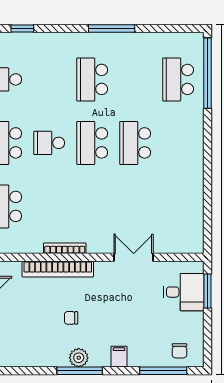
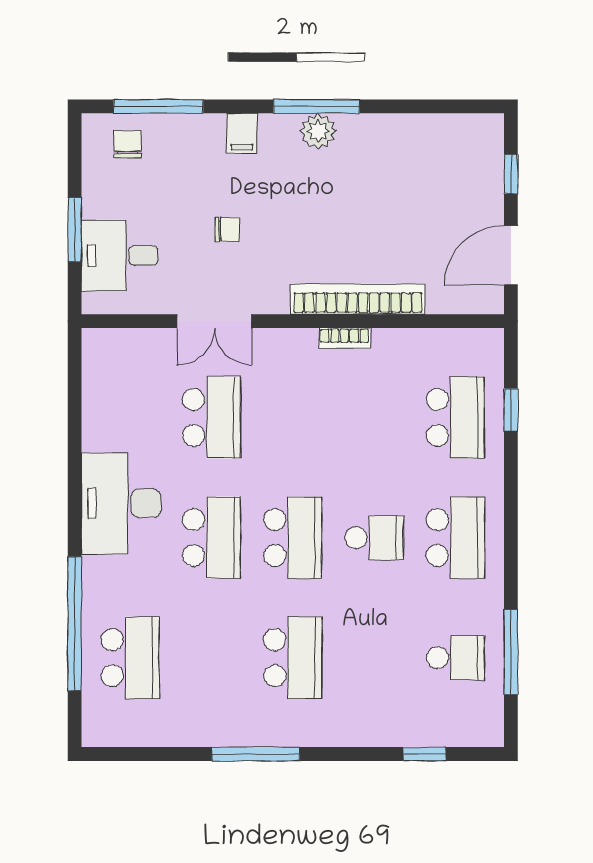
window: (207, 73) -> (75, 624), moved
desk: (183, 161) -> (121, 504), added
school desk: (135, 206) -> (211, 417), added
bookcase: (65, 248) -> (345, 338), width x0.64
window: (207, 291) -> (75, 230), moved
chair: (71, 318) -> (227, 229), moved

